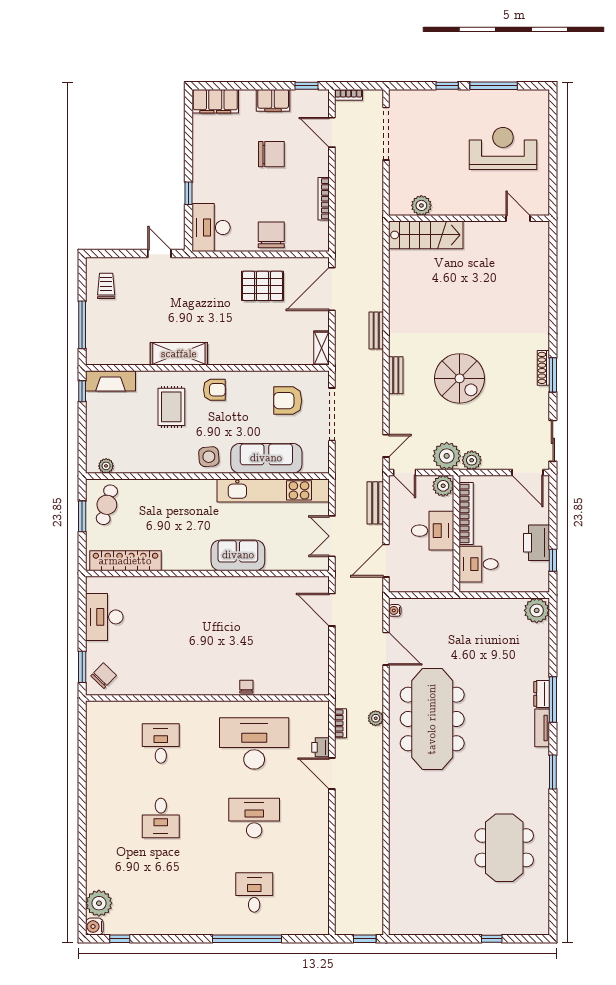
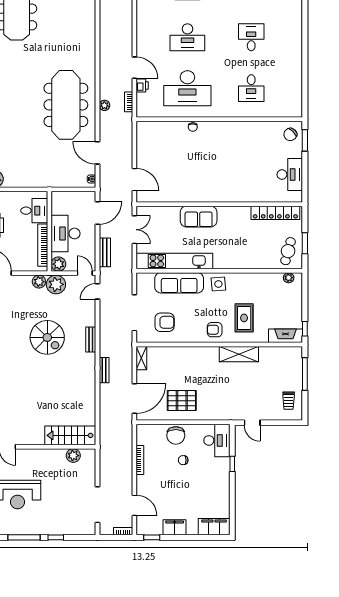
chair: (271, 154) -> (183, 460), moved, width x0.54, depth x0.54
spiral stairs: (460, 378) -> (47, 337), turned 180
desk: (433, 531) -> (66, 233), width x1.37

